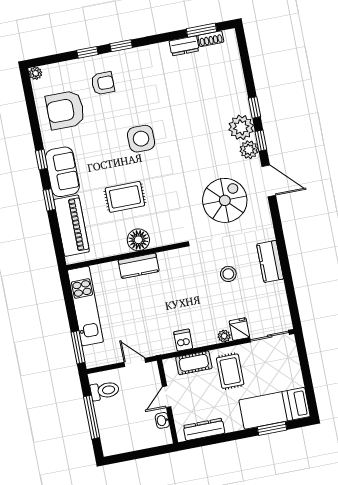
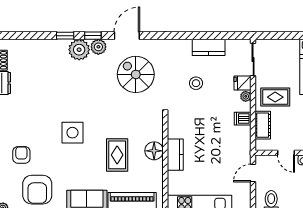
kitchen counter: (270, 261) -> (209, 47), moved
dishwasher: (183, 340) -> (243, 119), moved

